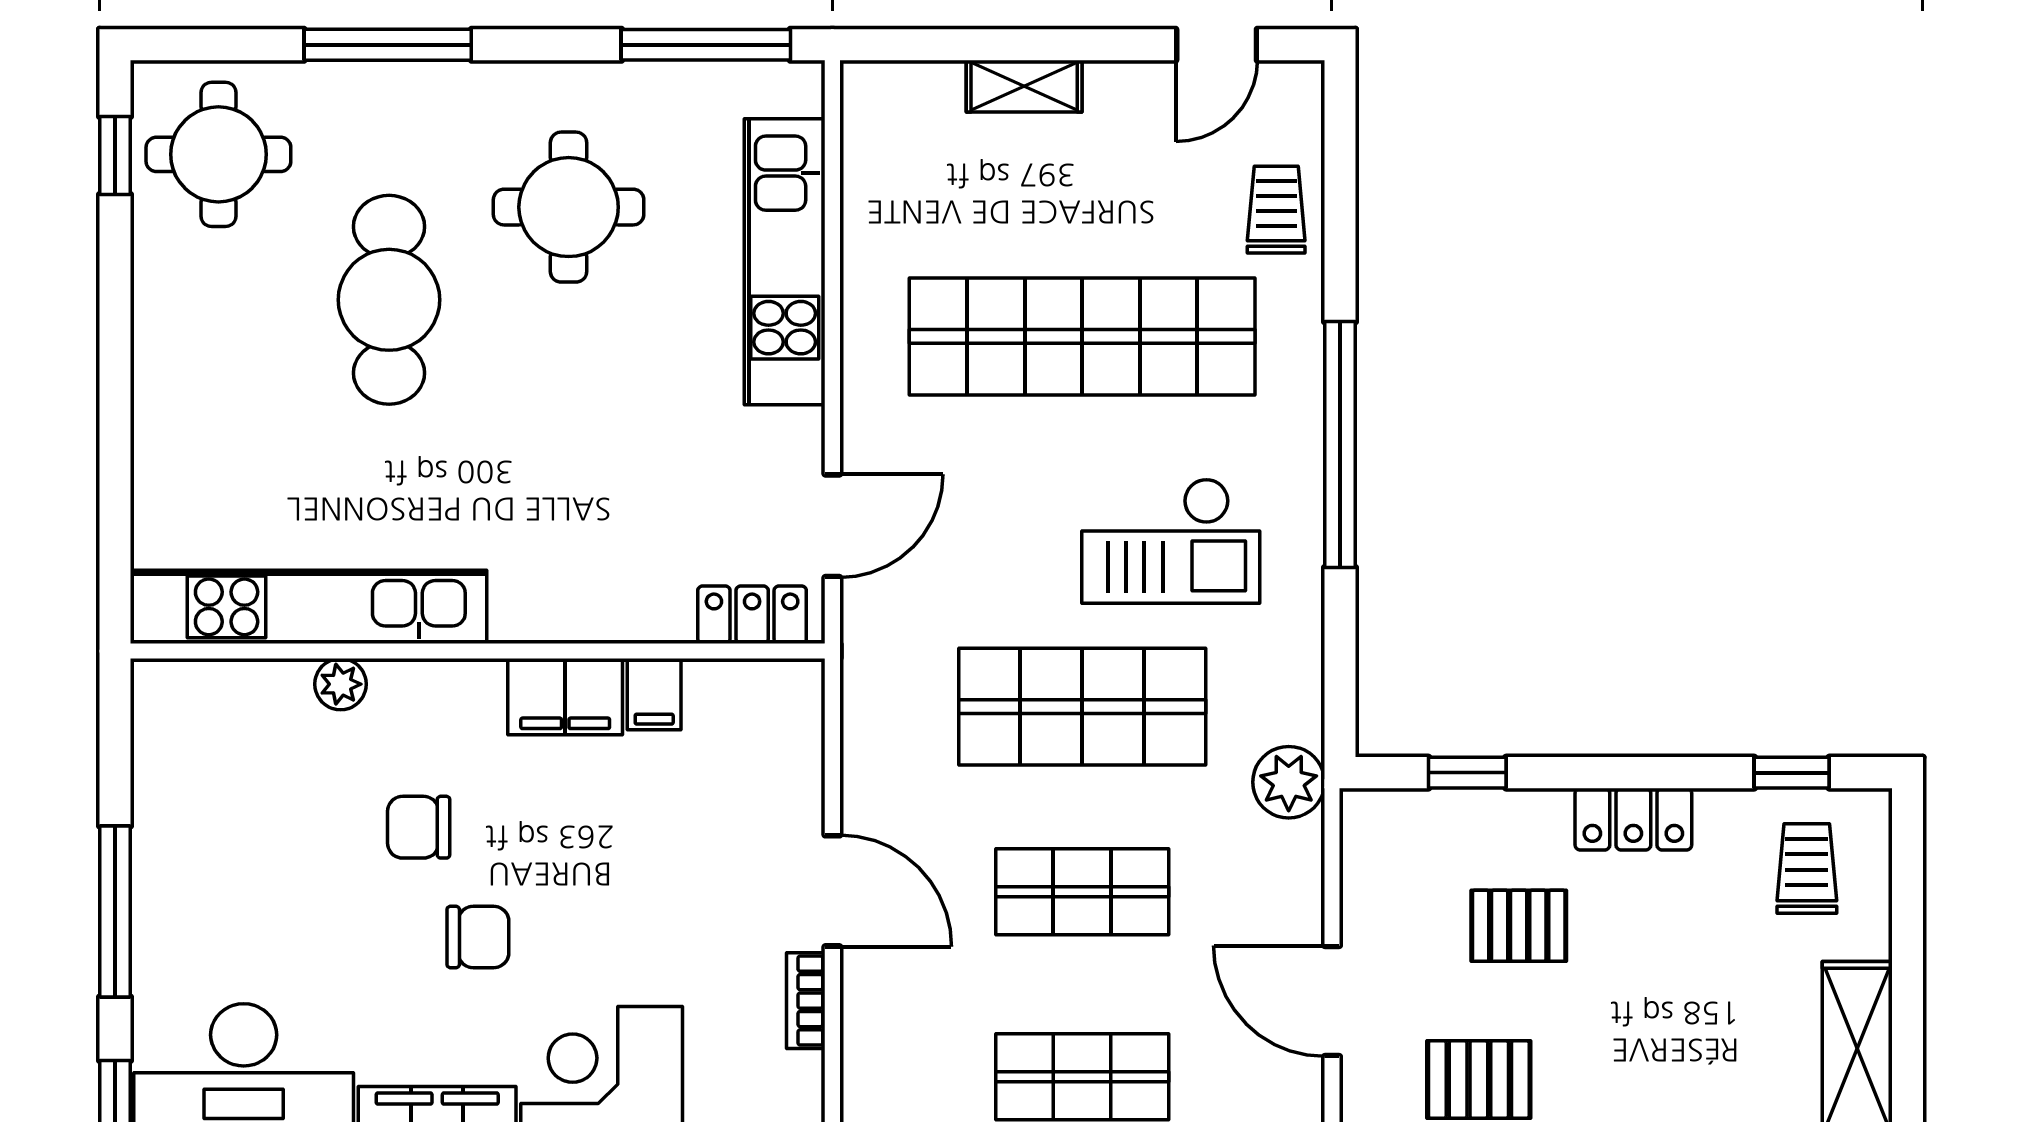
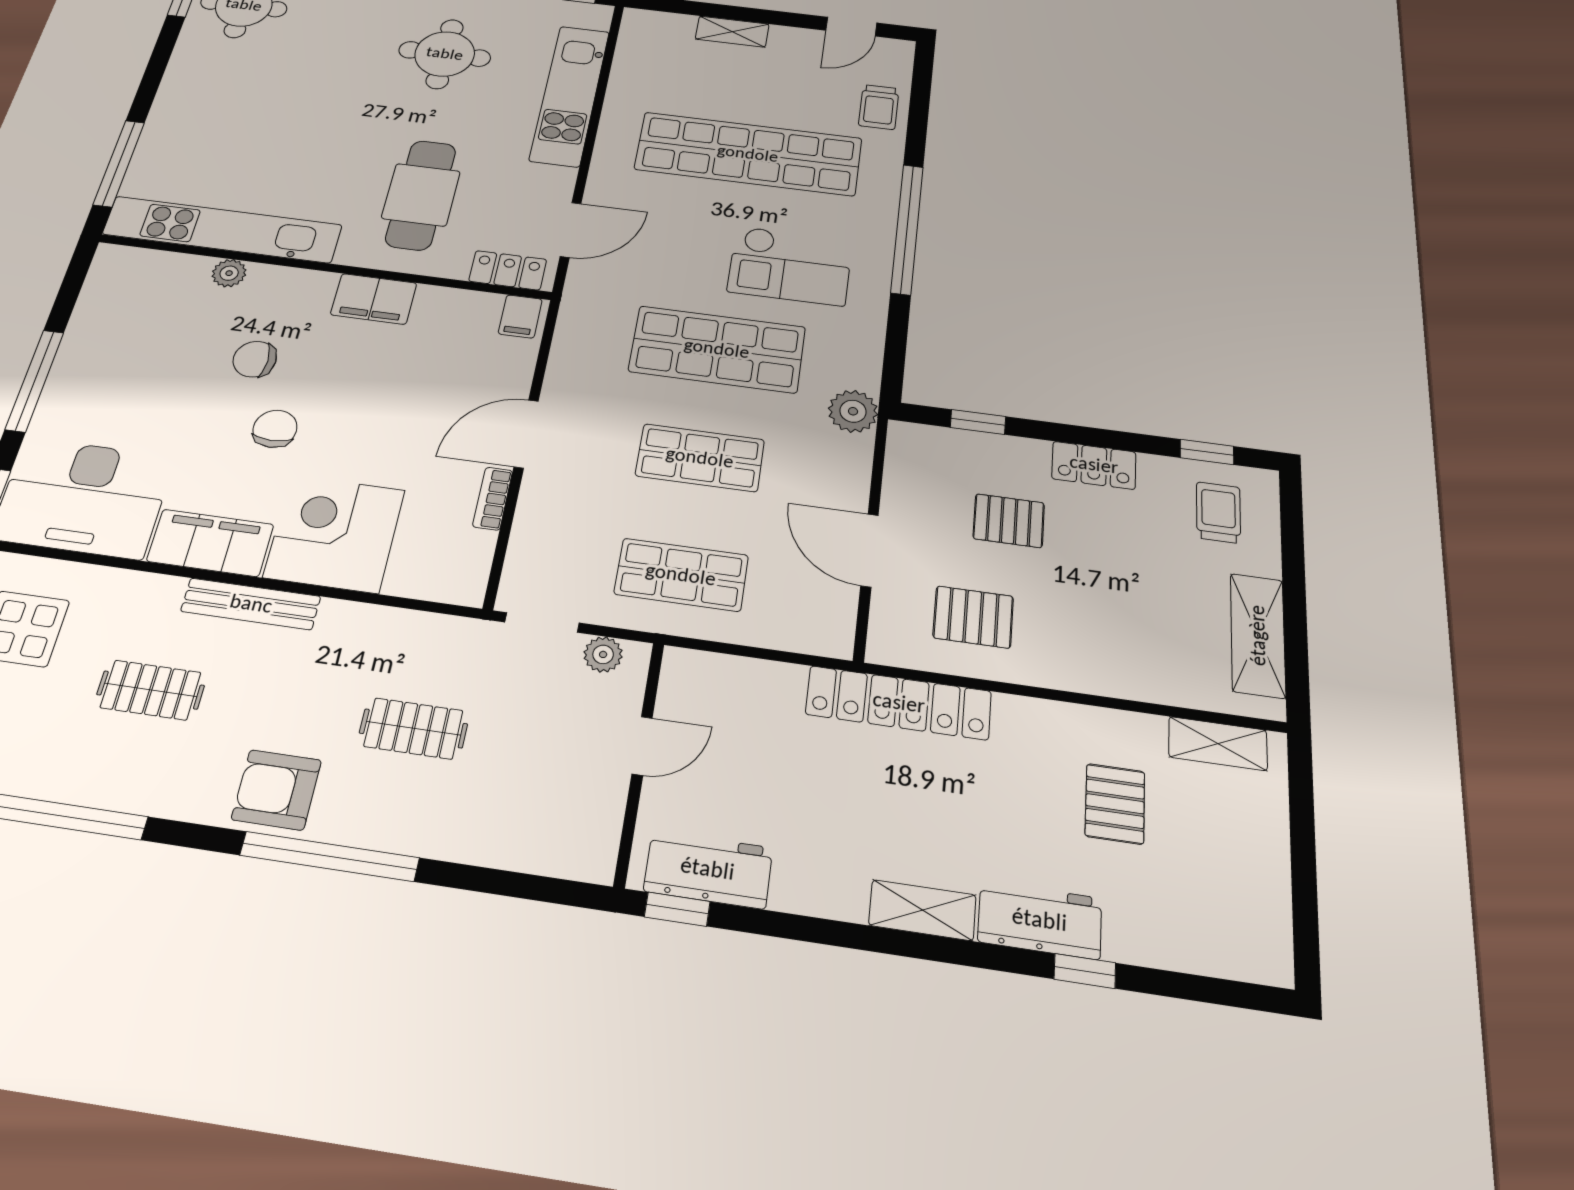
trolley: (1276, 210) -> (879, 107), turned 180
cafe table: (389, 300) -> (421, 195), moved
window: (115, 507) -> (119, 163), added
filing cabinet: (654, 694) -> (520, 316), moved
door: (832, 891) -> (526, 434), swing flipped
chair: (478, 937) -> (275, 429), turned -90

